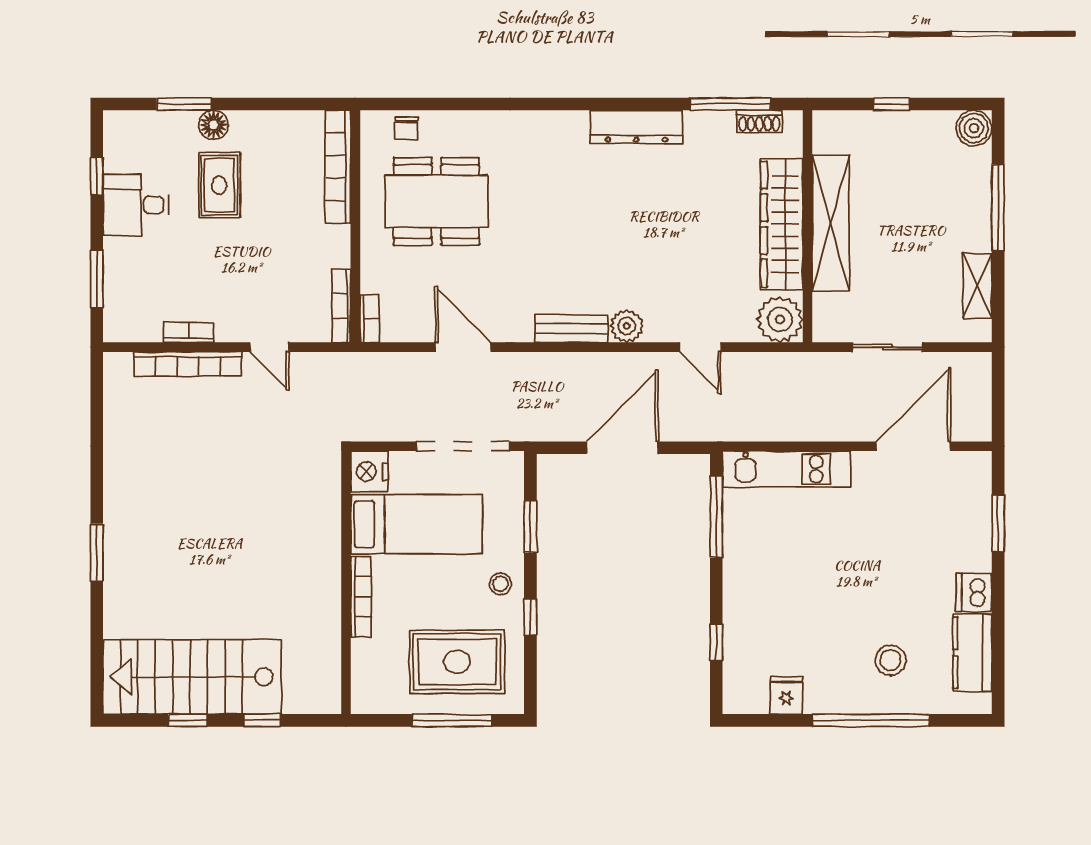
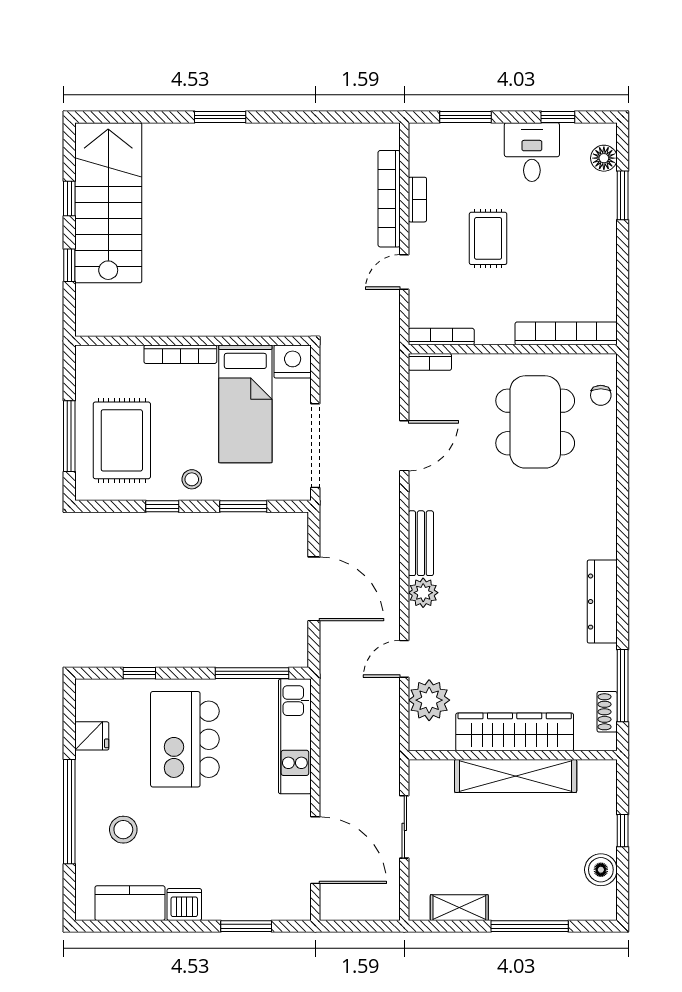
floor lamp: (214, 125) -> (604, 158), moved
chair: (407, 128) -> (601, 395), turned -90
boiler: (974, 128) -> (601, 870), moved
rug: (219, 185) -> (488, 238), moved, turned 90
plant: (780, 319) -> (429, 700), moved
kitchen island: (790, 592) -> (185, 739), added

